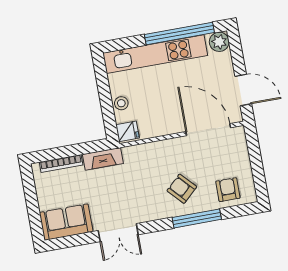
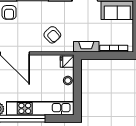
armchair: (182, 189) -> (52, 35), moved

